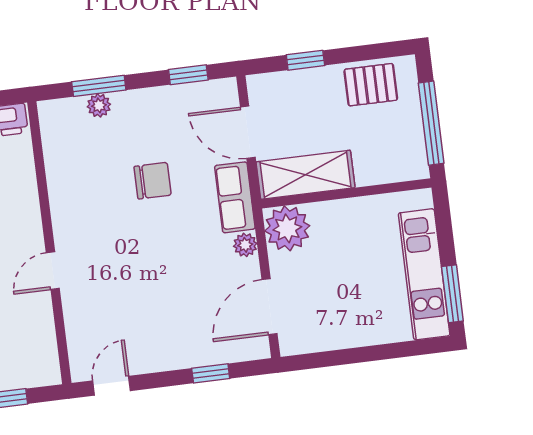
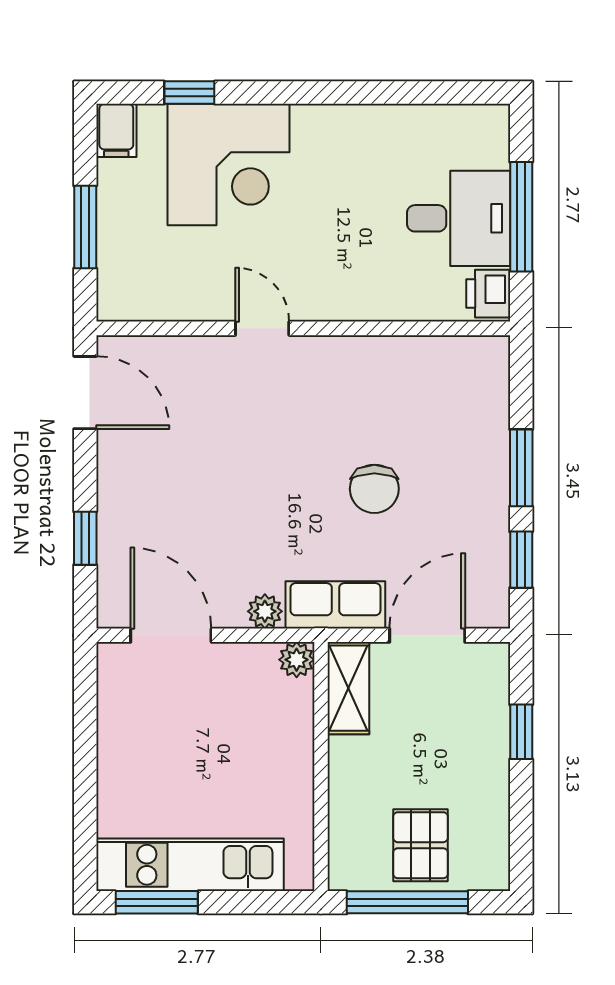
pallet: (371, 85) -> (420, 845), moved
window: (99, 86) -> (521, 468), moved
plant: (99, 105) -> (493, 425), removed
shelving: (306, 175) -> (348, 688), width x0.67, depth x0.75
plant: (287, 228) -> (297, 660), width x0.53, depth x0.53
door: (112, 386) -> (85, 393), width x1.37

